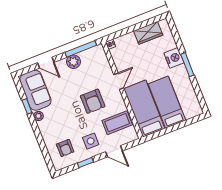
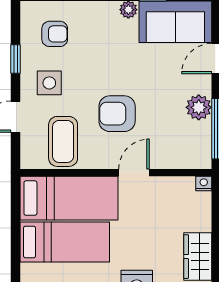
door: (119, 81) -> (134, 173), swing flipped
armchair: (65, 148) -> (55, 34), turned 180

